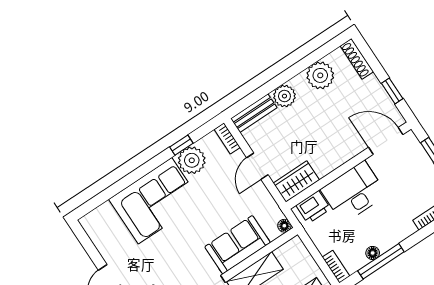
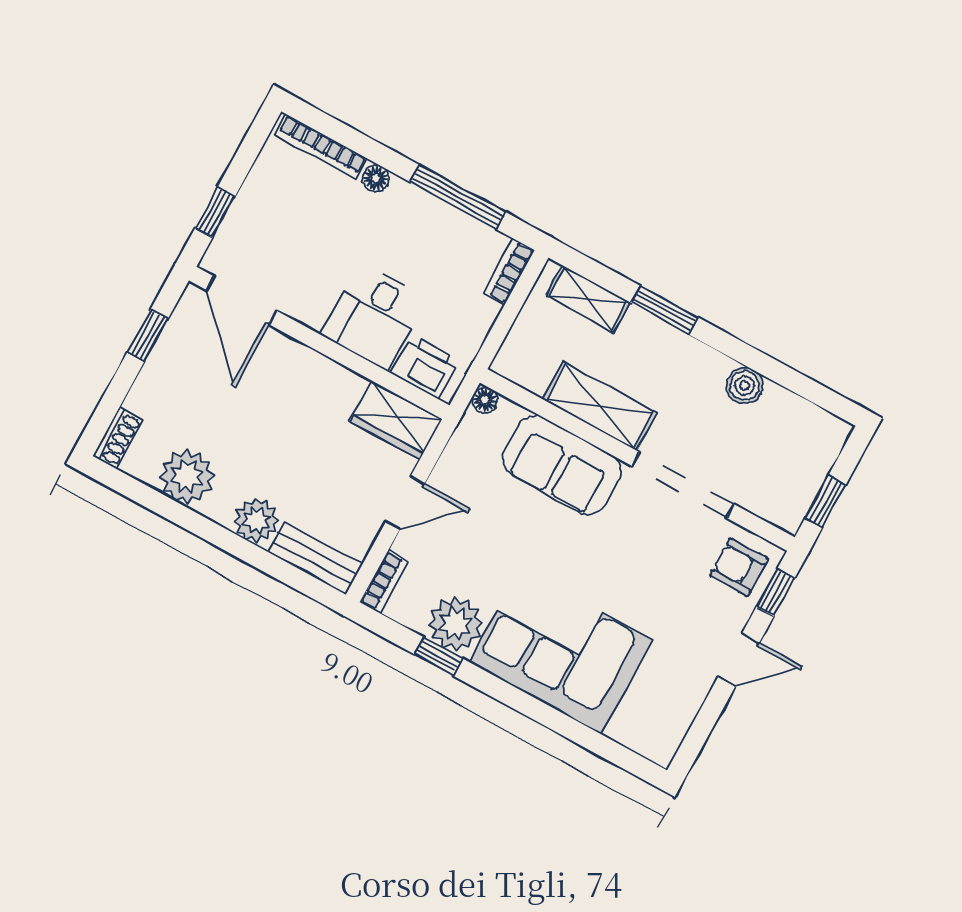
shoe rack: (357, 59) -> (118, 438), width x0.70
desk: (354, 192) -> (374, 316), width x0.73
floor lamp: (373, 253) -> (376, 178), moved

